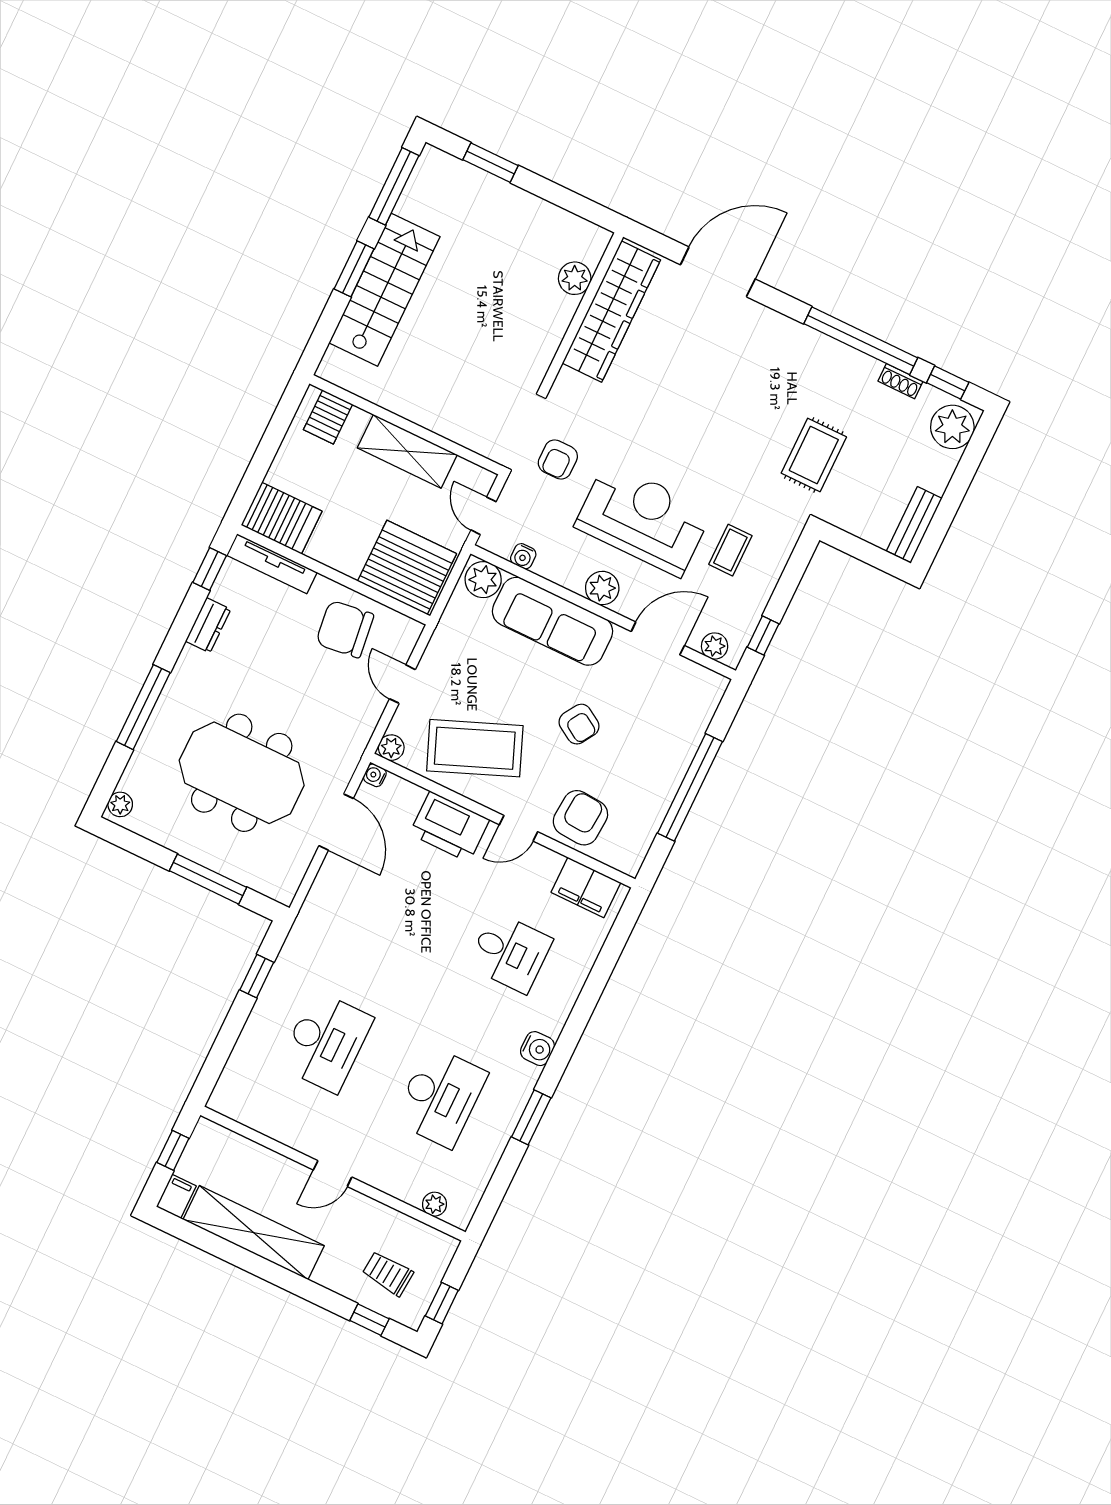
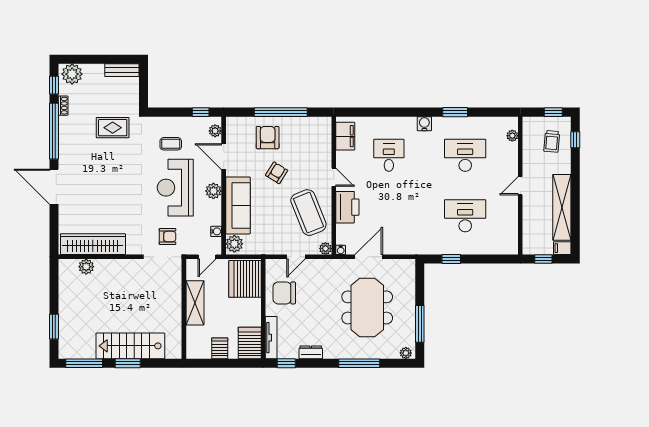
door: (718, 272) -> (54, 187), moved
server rack: (328, 417) -> (220, 348), moved, turned -90
chair: (345, 629) -> (284, 293), turned 97
armchair: (580, 818) -> (268, 138), moved, turned 86
window: (208, 879) -> (420, 324), moved
door: (333, 1174) -> (520, 186), swing flipped

